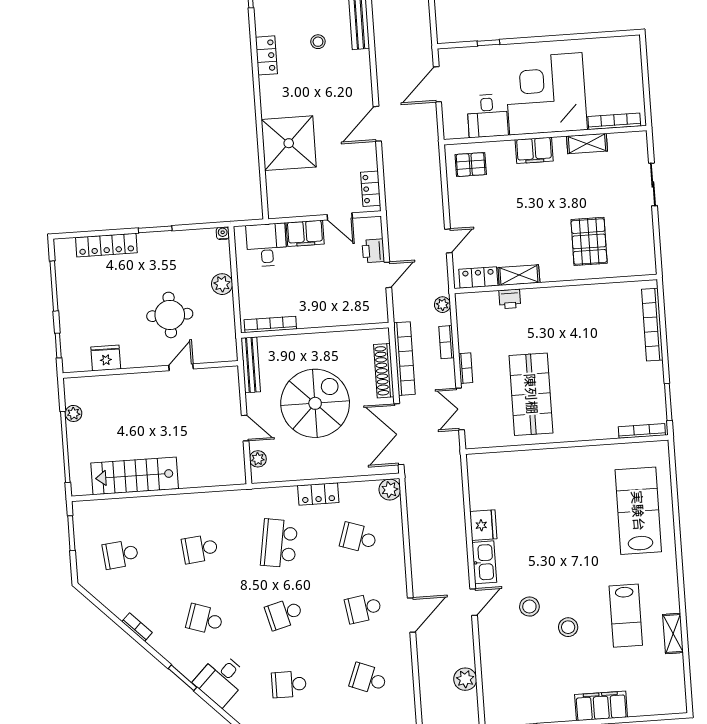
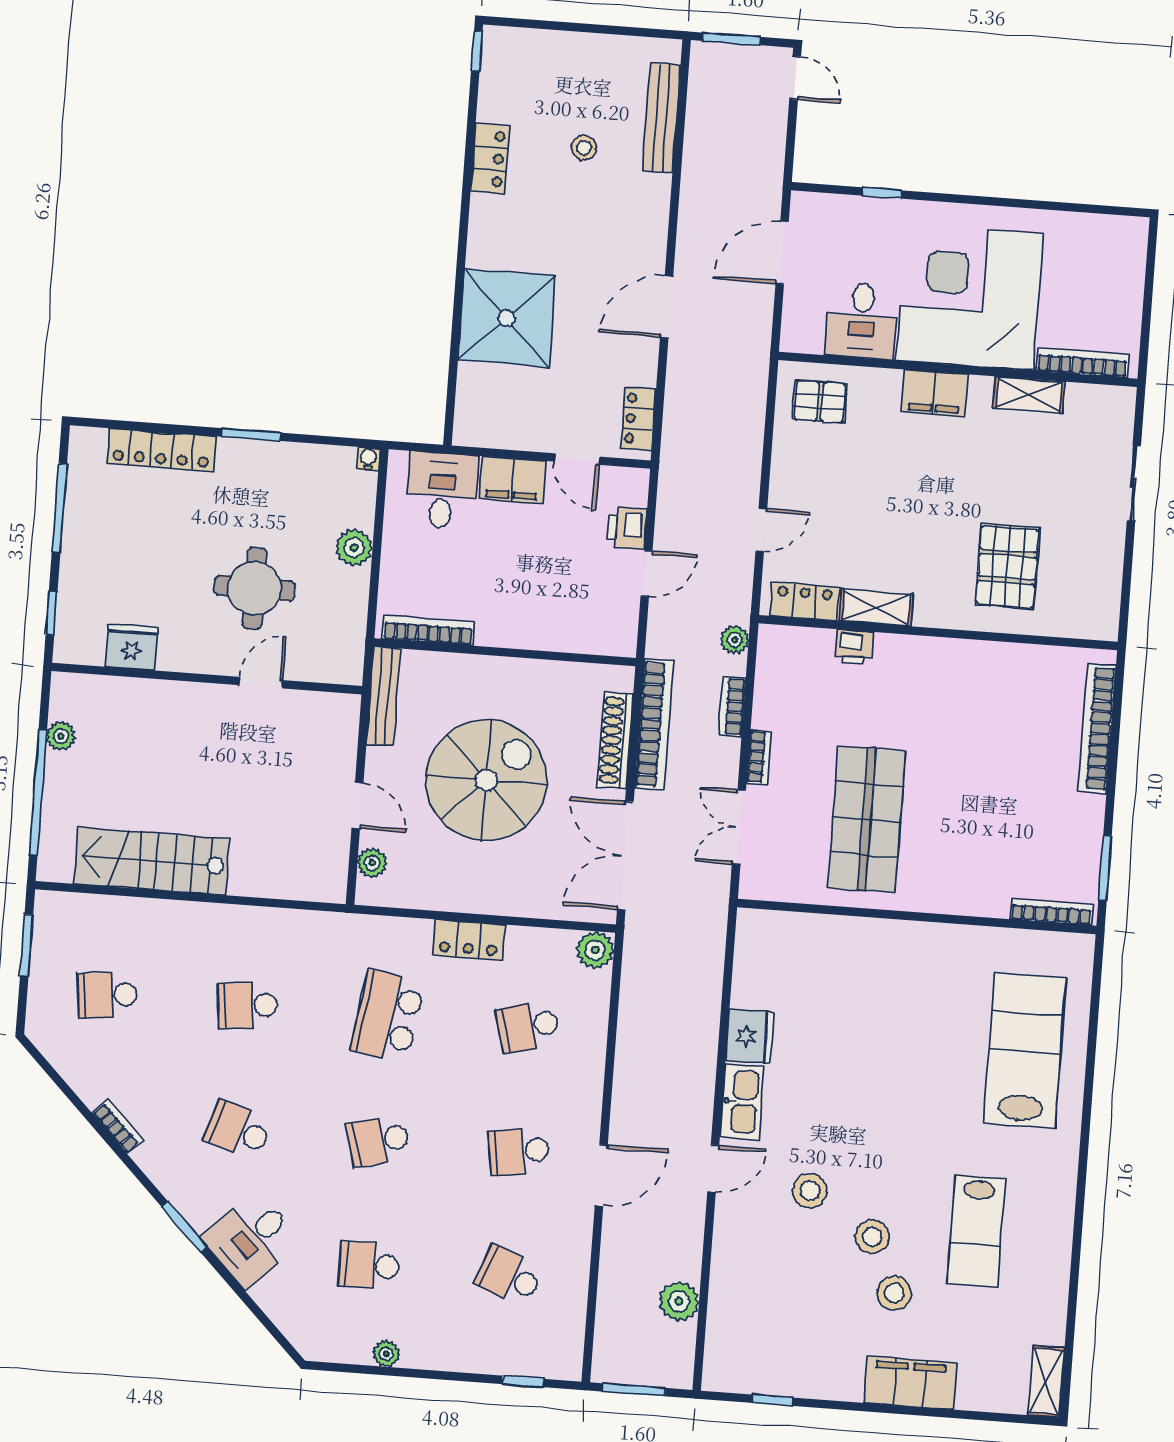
school desk: (358, 538) -> (528, 1027), turned -33
shelving: (673, 633) -> (1046, 1381), moved
stool: (585, 657) -> (894, 1293), added

